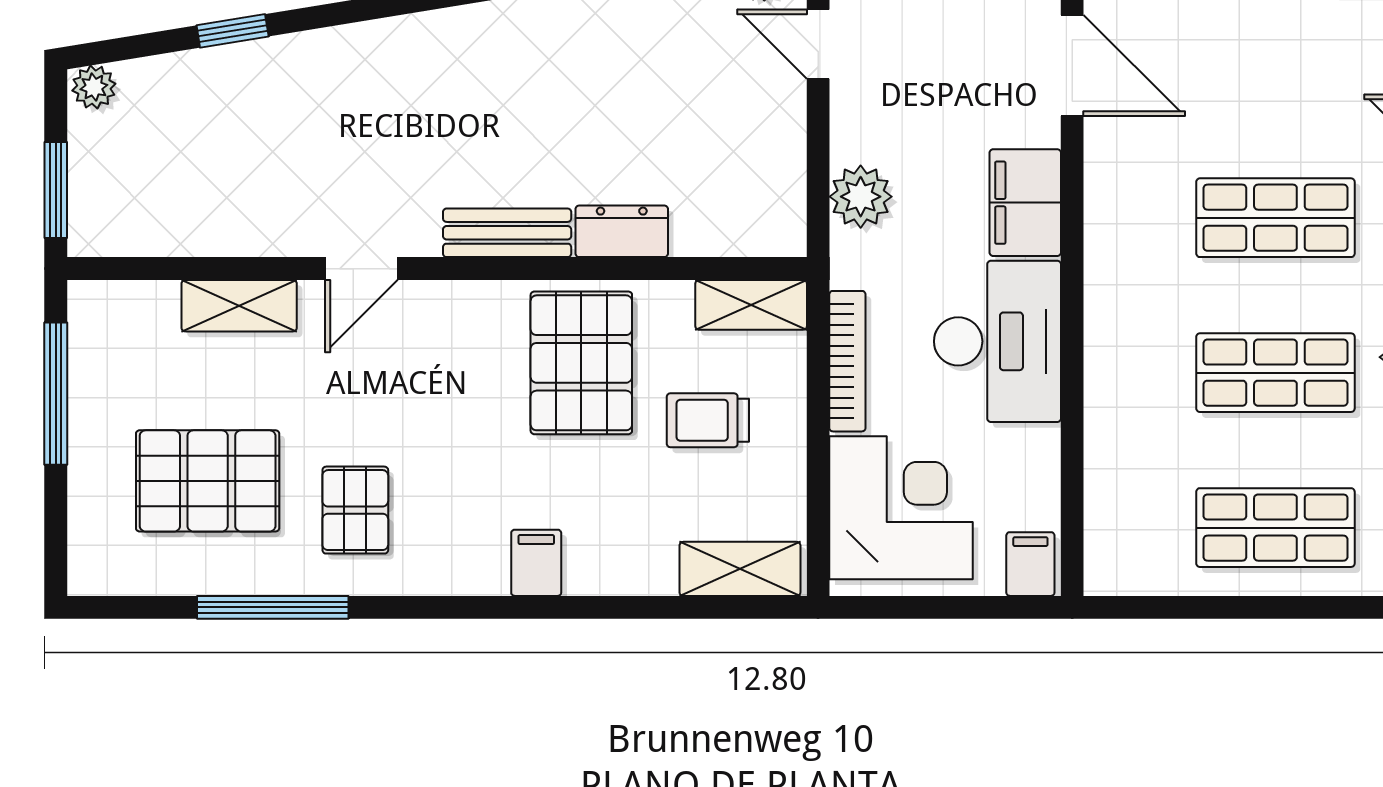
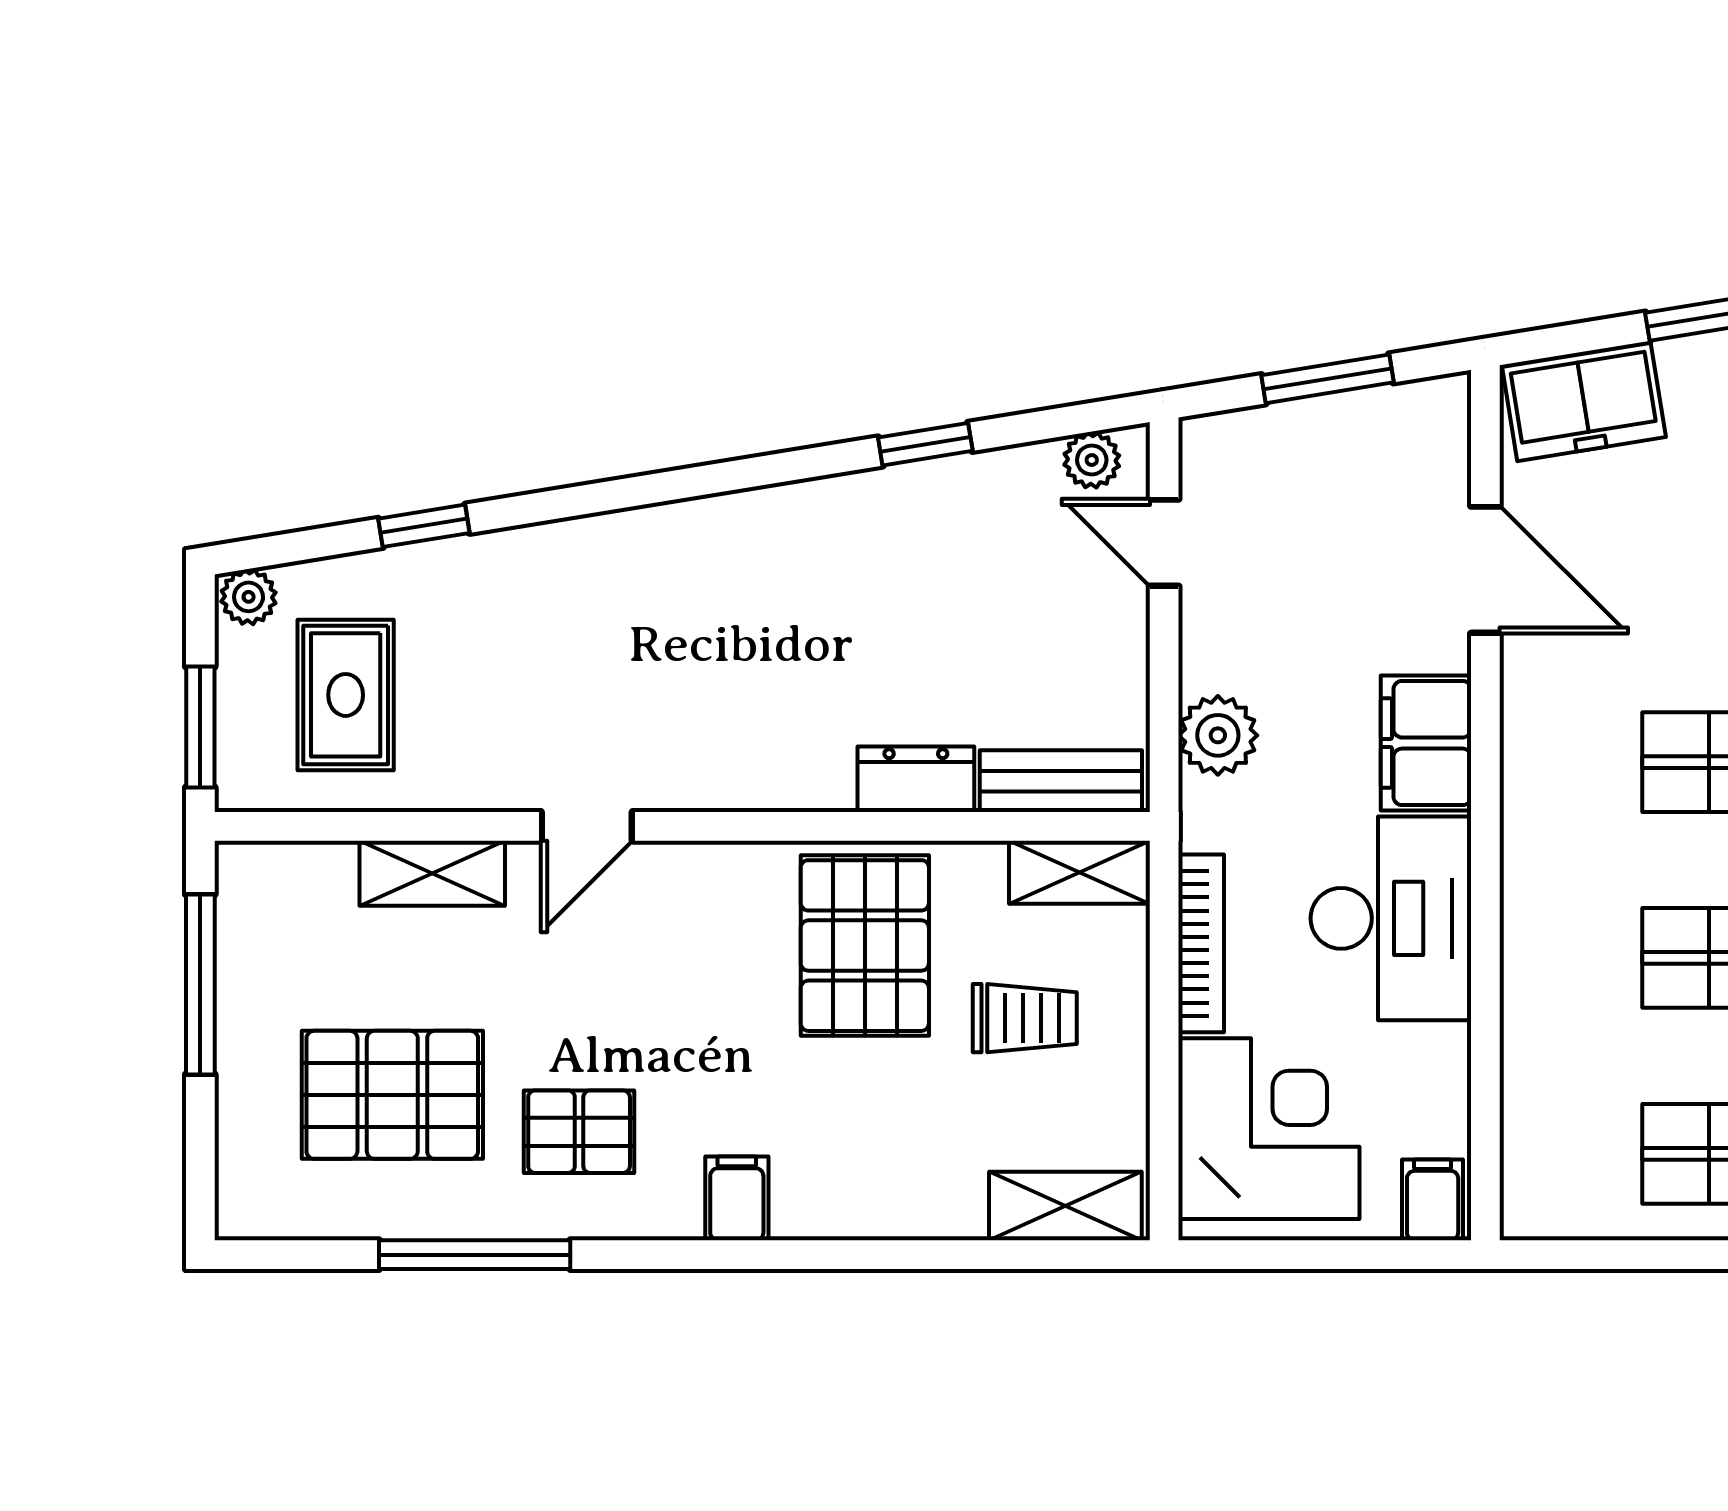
rug: (171, 165) -> (346, 695), added
bench: (507, 233) -> (1061, 781), moved
trolley: (708, 420) -> (1025, 1018), turned 180
pallet: (355, 510) -> (579, 1132), turned 90
filing cabinet: (536, 563) -> (737, 1198), moved

